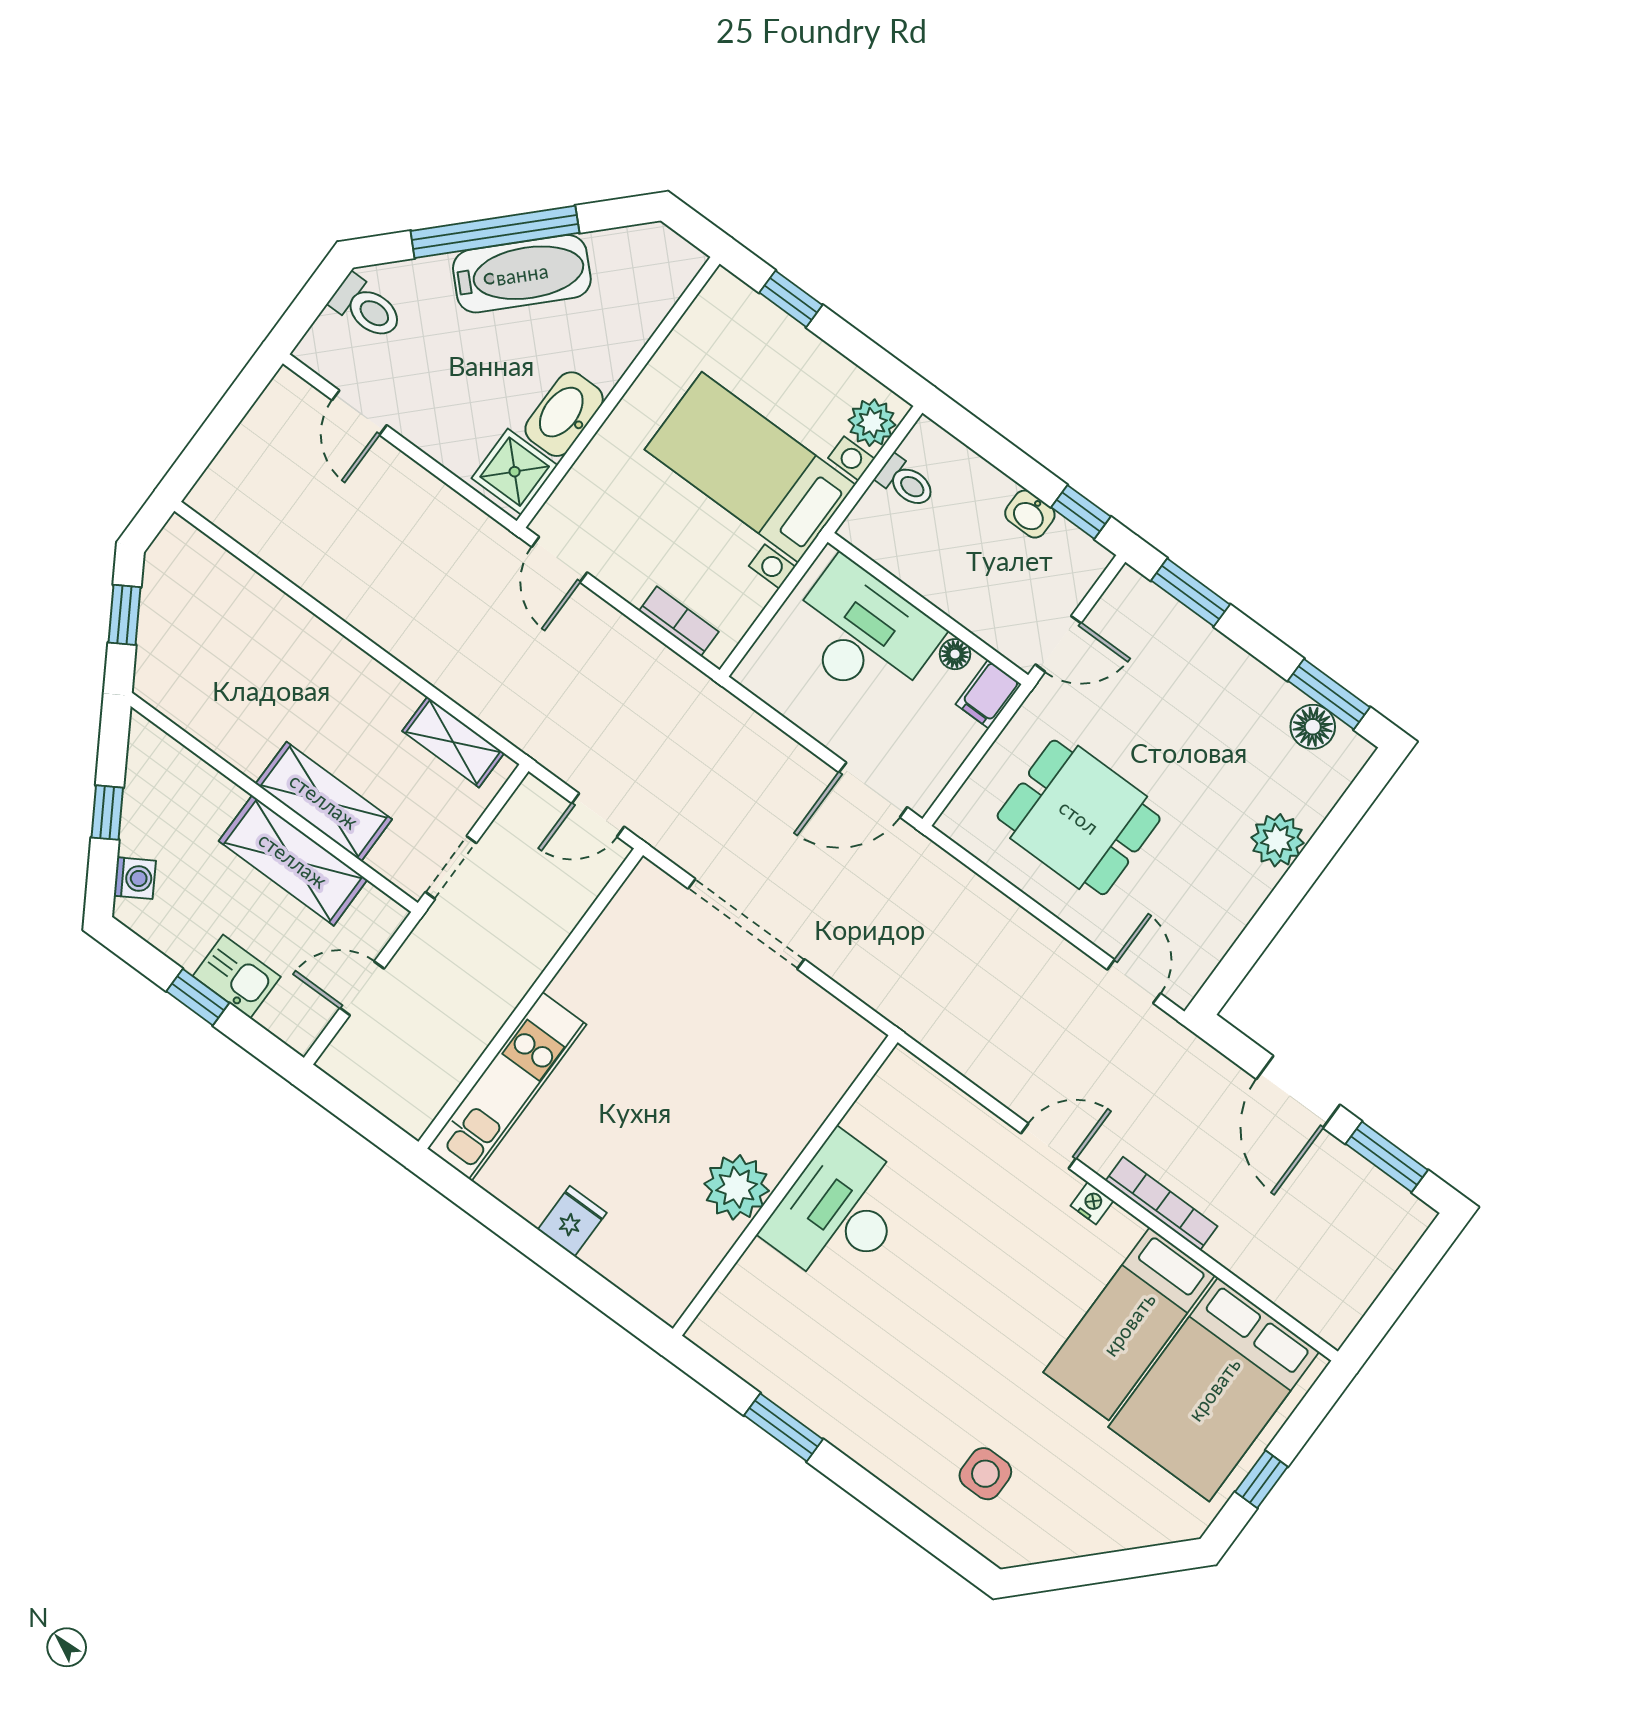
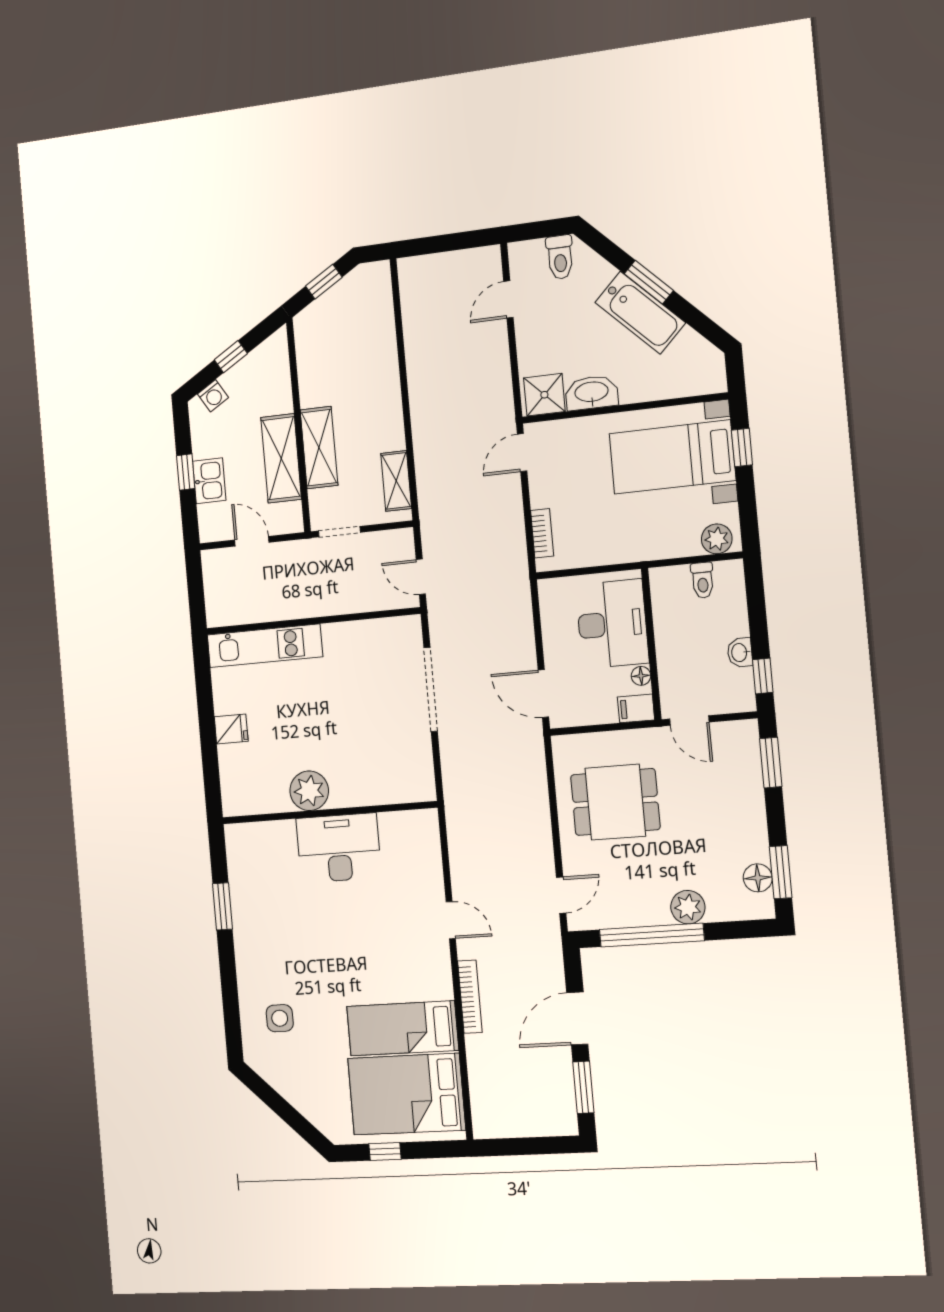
window: (495, 232) -> (649, 282), width x0.47
bed with nightstands: (750, 467) -> (672, 457), moved, turned -90
dining table: (1079, 817) -> (615, 802), turned 90
window: (1274, 913) -> (652, 935), added
nightstand: (1092, 1203) -> (442, 963), removed

